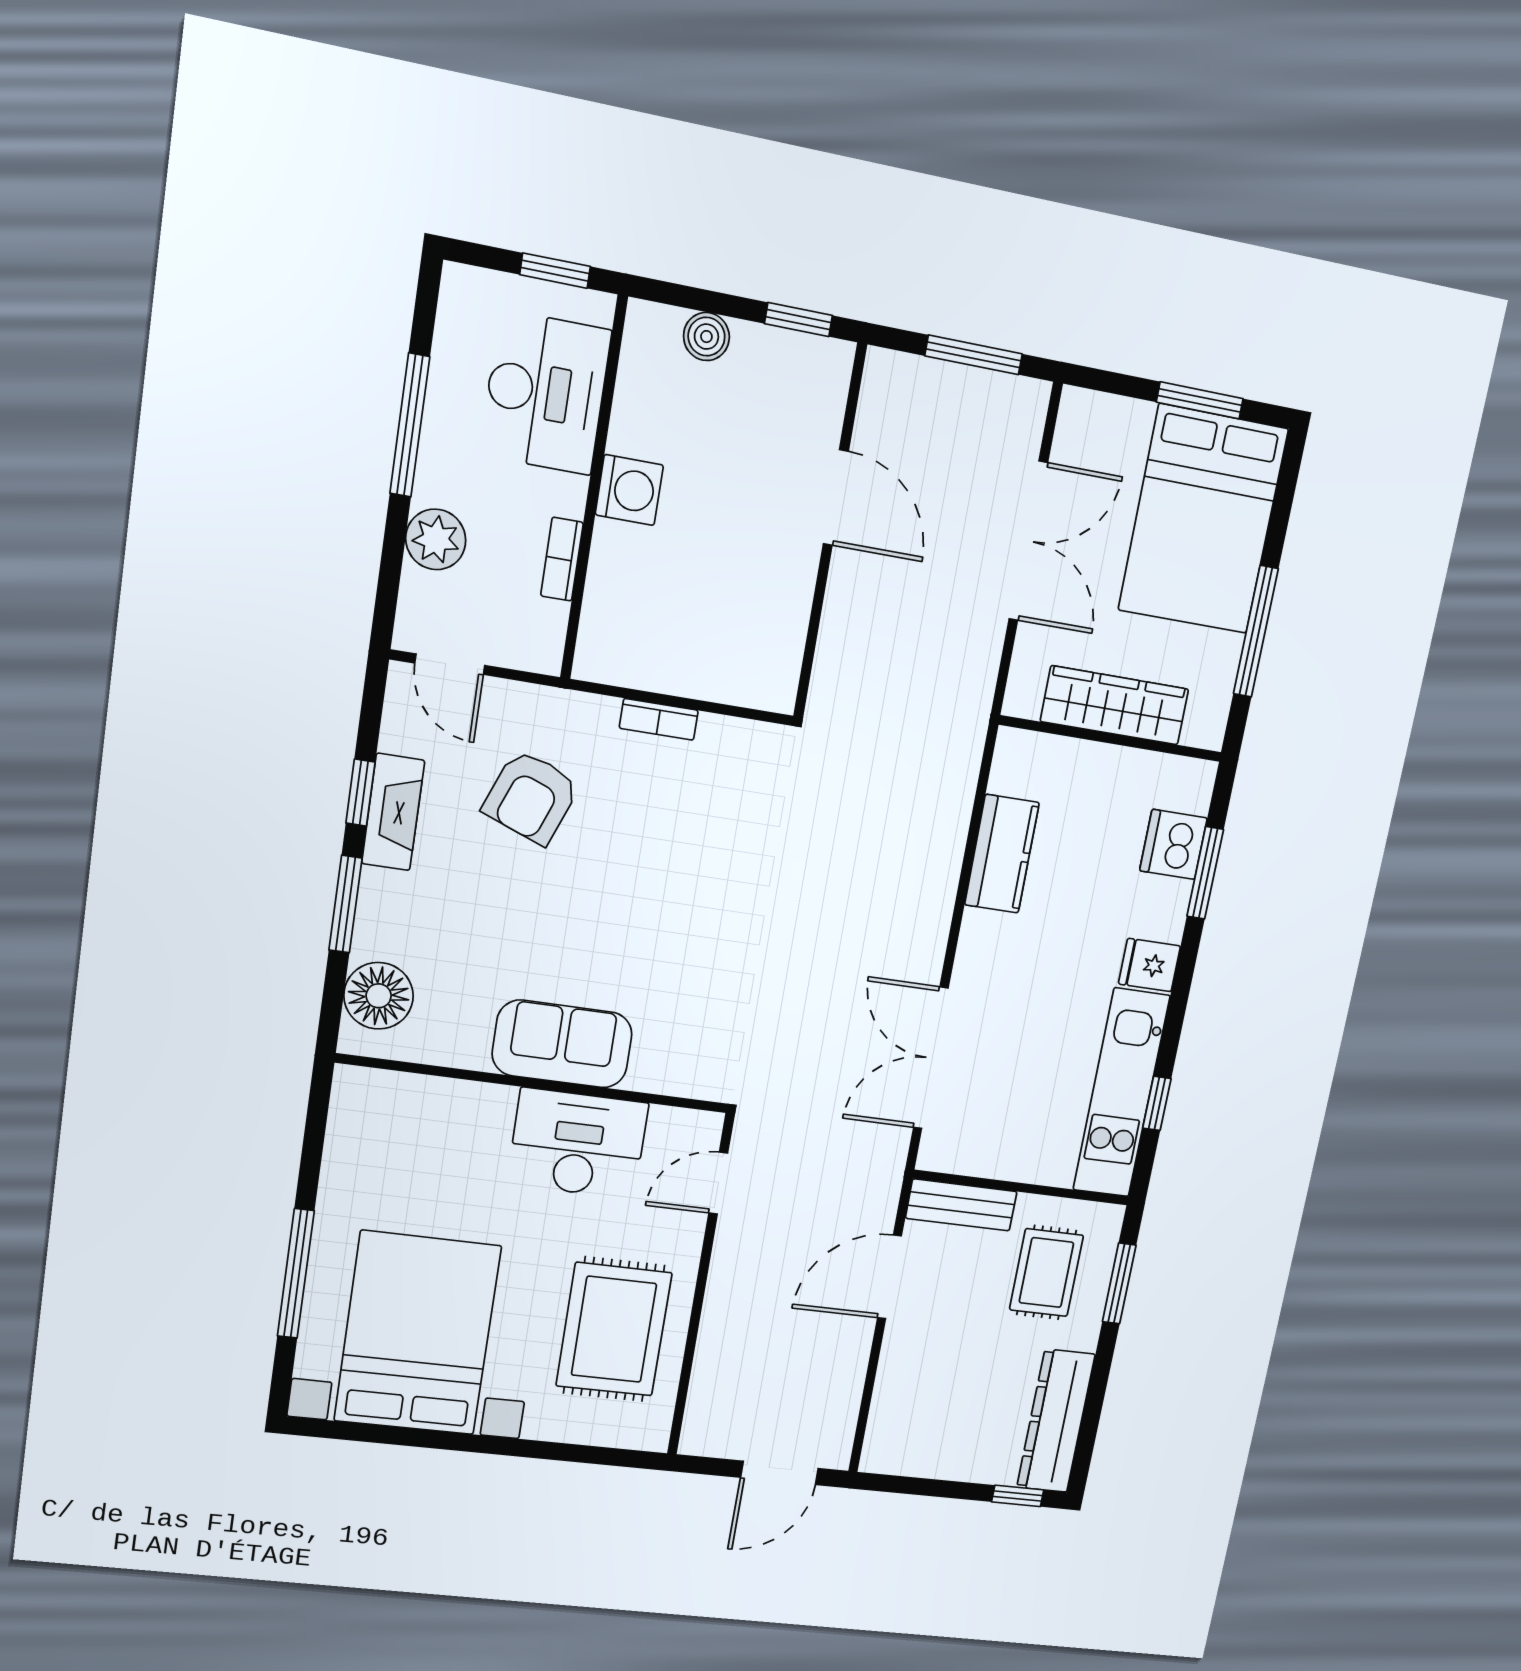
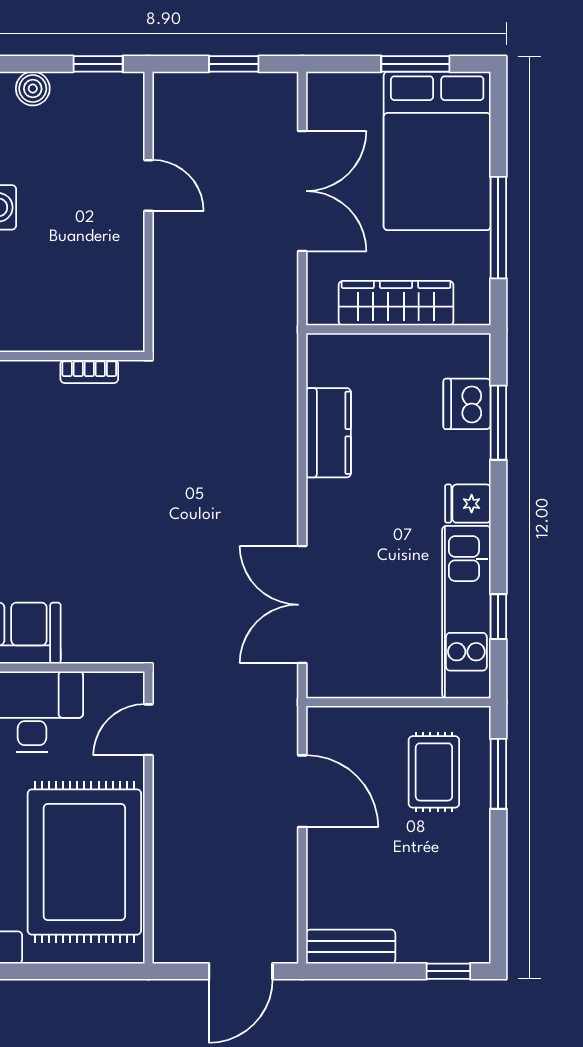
window: (974, 355) -> (234, 64), width x0.67
door: (836, 498) -> (148, 185), width x0.73
bookcase: (659, 719) -> (89, 371), moved
bench: (961, 1205) -> (351, 947), moved
door: (889, 1277) -> (302, 791), swing flipped
rug: (614, 1329) -> (84, 862), width x1.37, depth x1.44
dresser: (1056, 1421) -> (468, 901), removed

